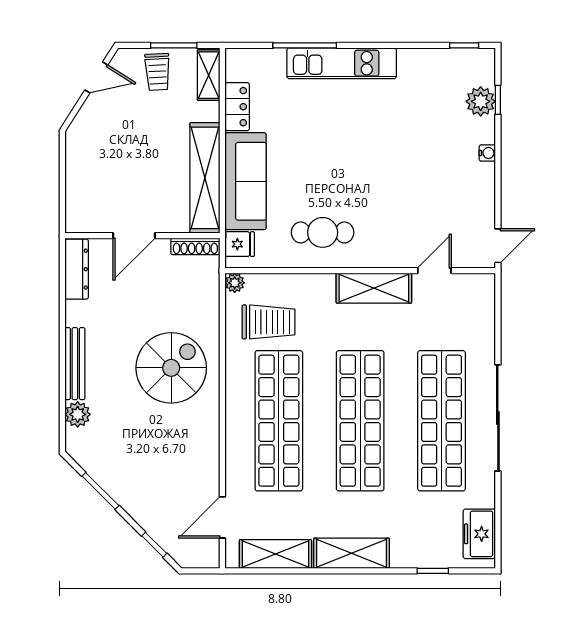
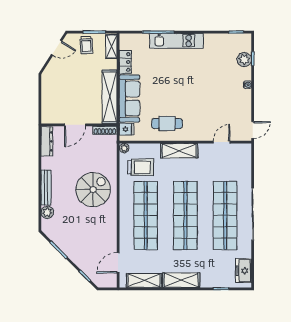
shelving: (374, 288) -> (179, 151), moved

